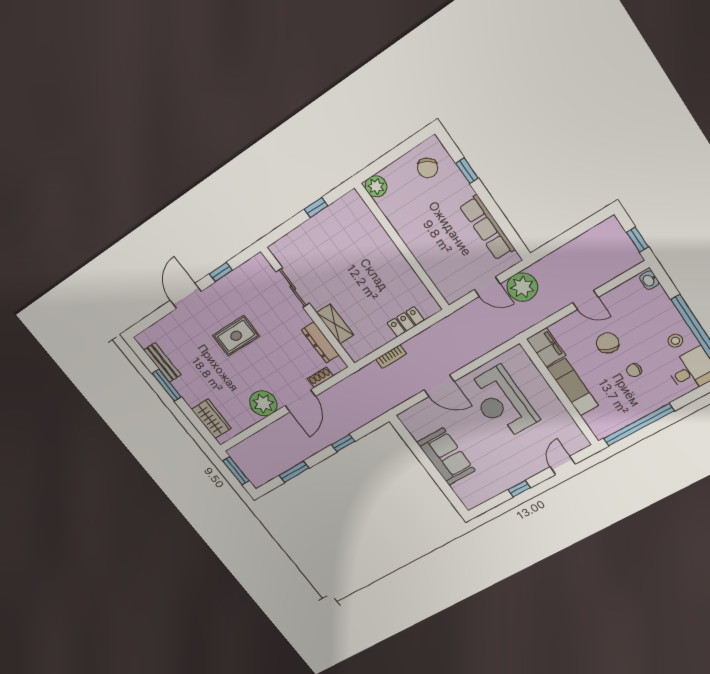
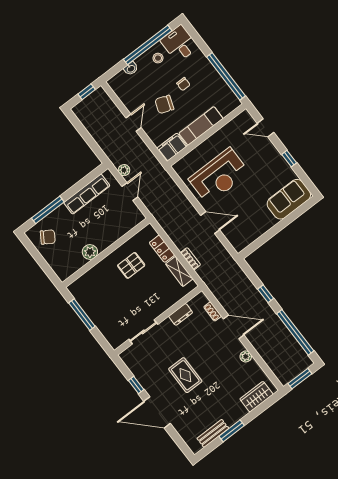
window: (467, 171) -> (48, 210), width x2.17
plant: (376, 186) -> (90, 252), moved
window: (316, 208) -> (82, 315), width x2.17
pallet: (384, 280) -> (131, 265), added
washbasin: (649, 280) -> (131, 69), moved
plant: (522, 287) -> (124, 170), width x0.53, depth x0.53
door: (186, 296) -> (157, 412), width x1.36
shelving: (335, 324) -> (179, 271), moved, turned 90
dresser: (320, 342) -> (181, 314), width x0.70
door: (439, 386) -> (210, 223), hinge flipped
plant: (263, 403) -> (246, 356), width x0.53, depth x0.53
sofa: (446, 457) -> (289, 199), moved
window: (294, 472) -> (295, 332), width x2.11

